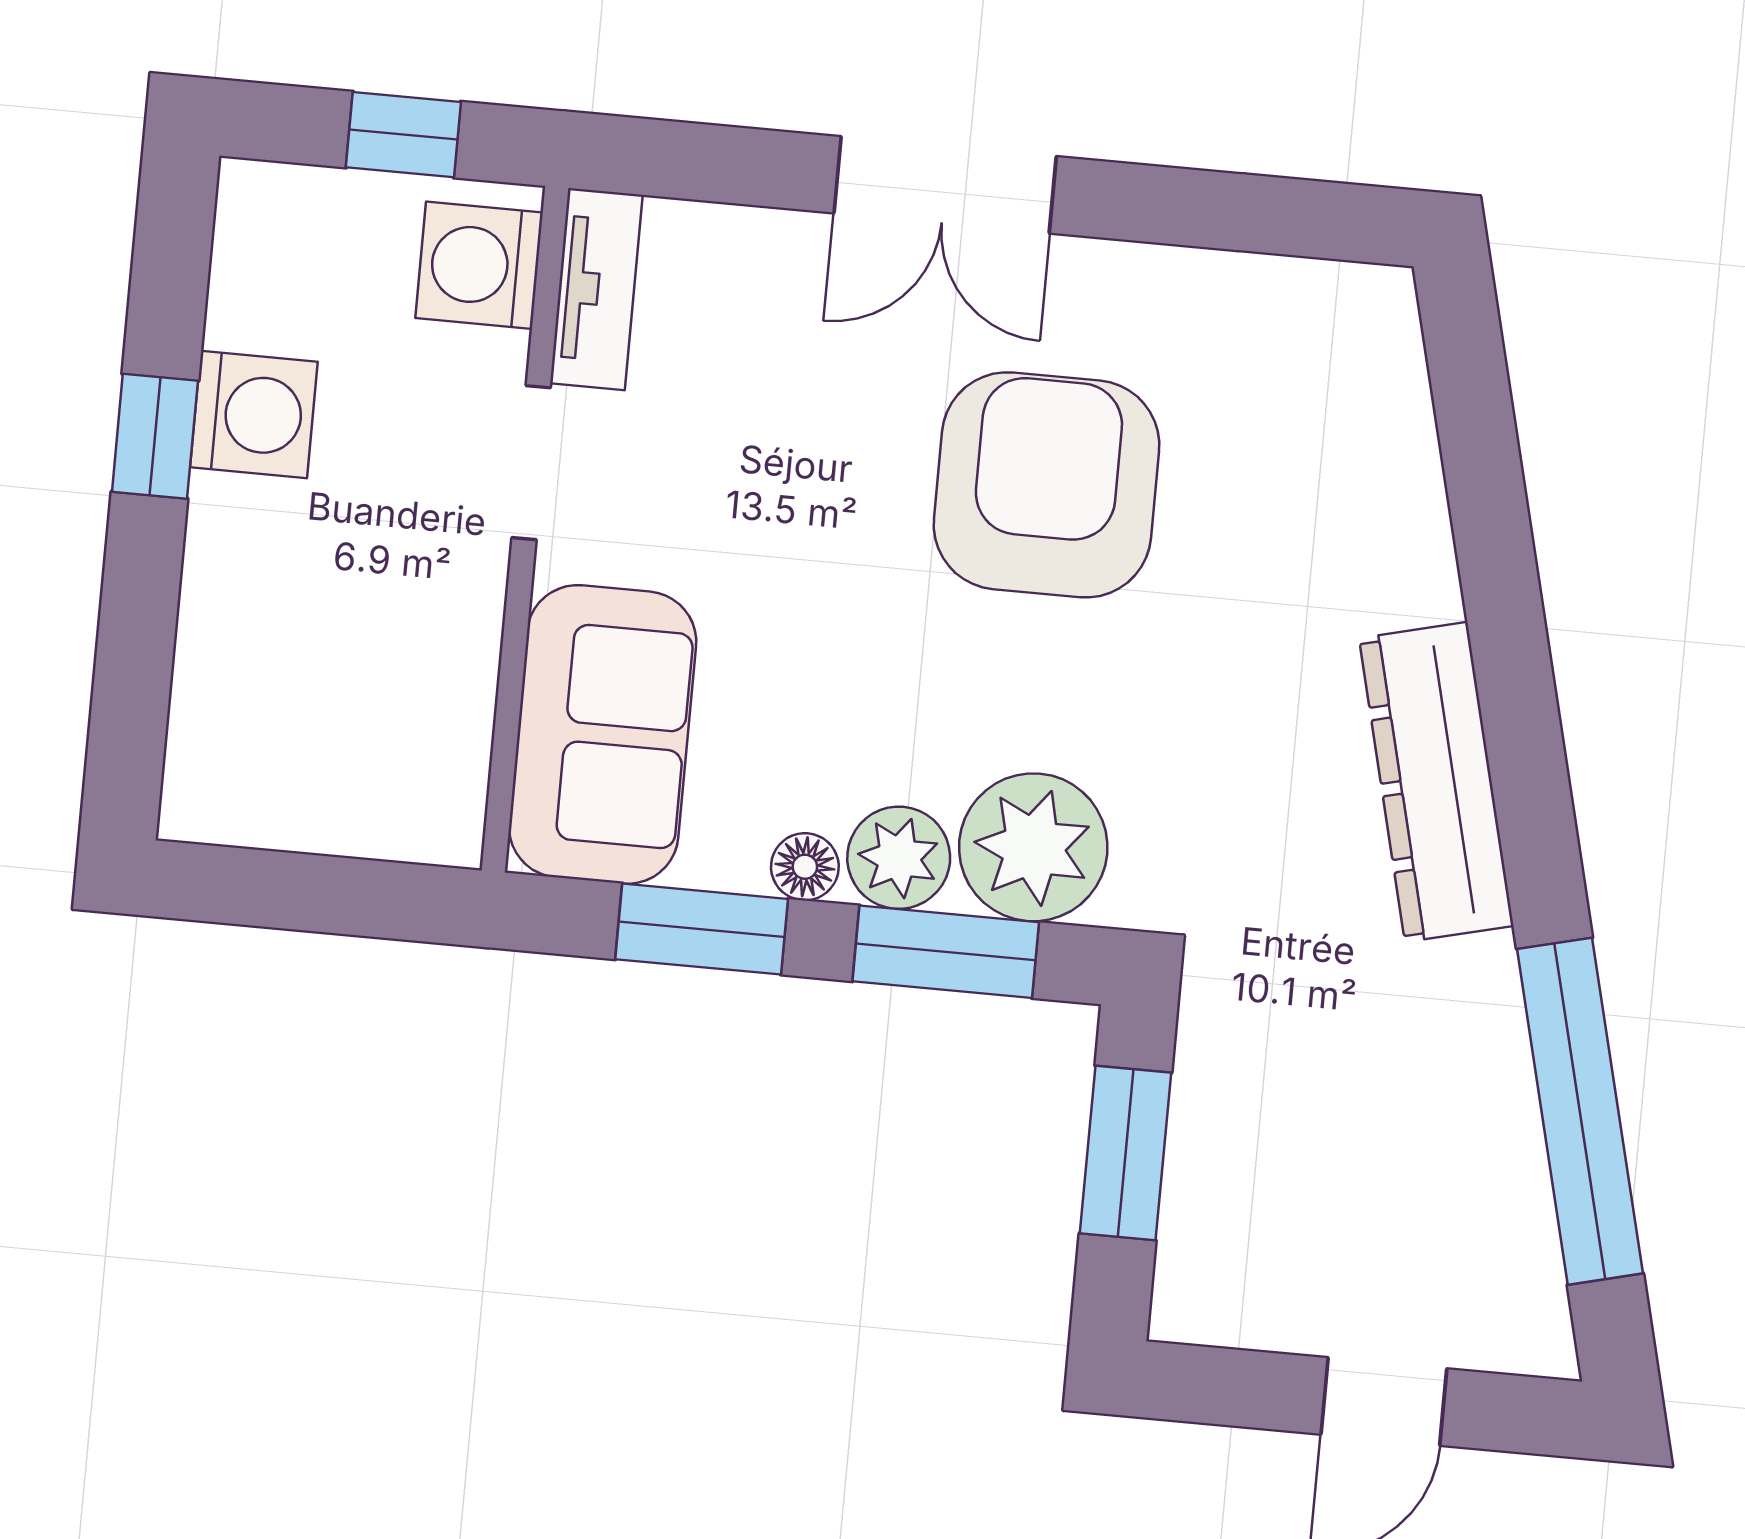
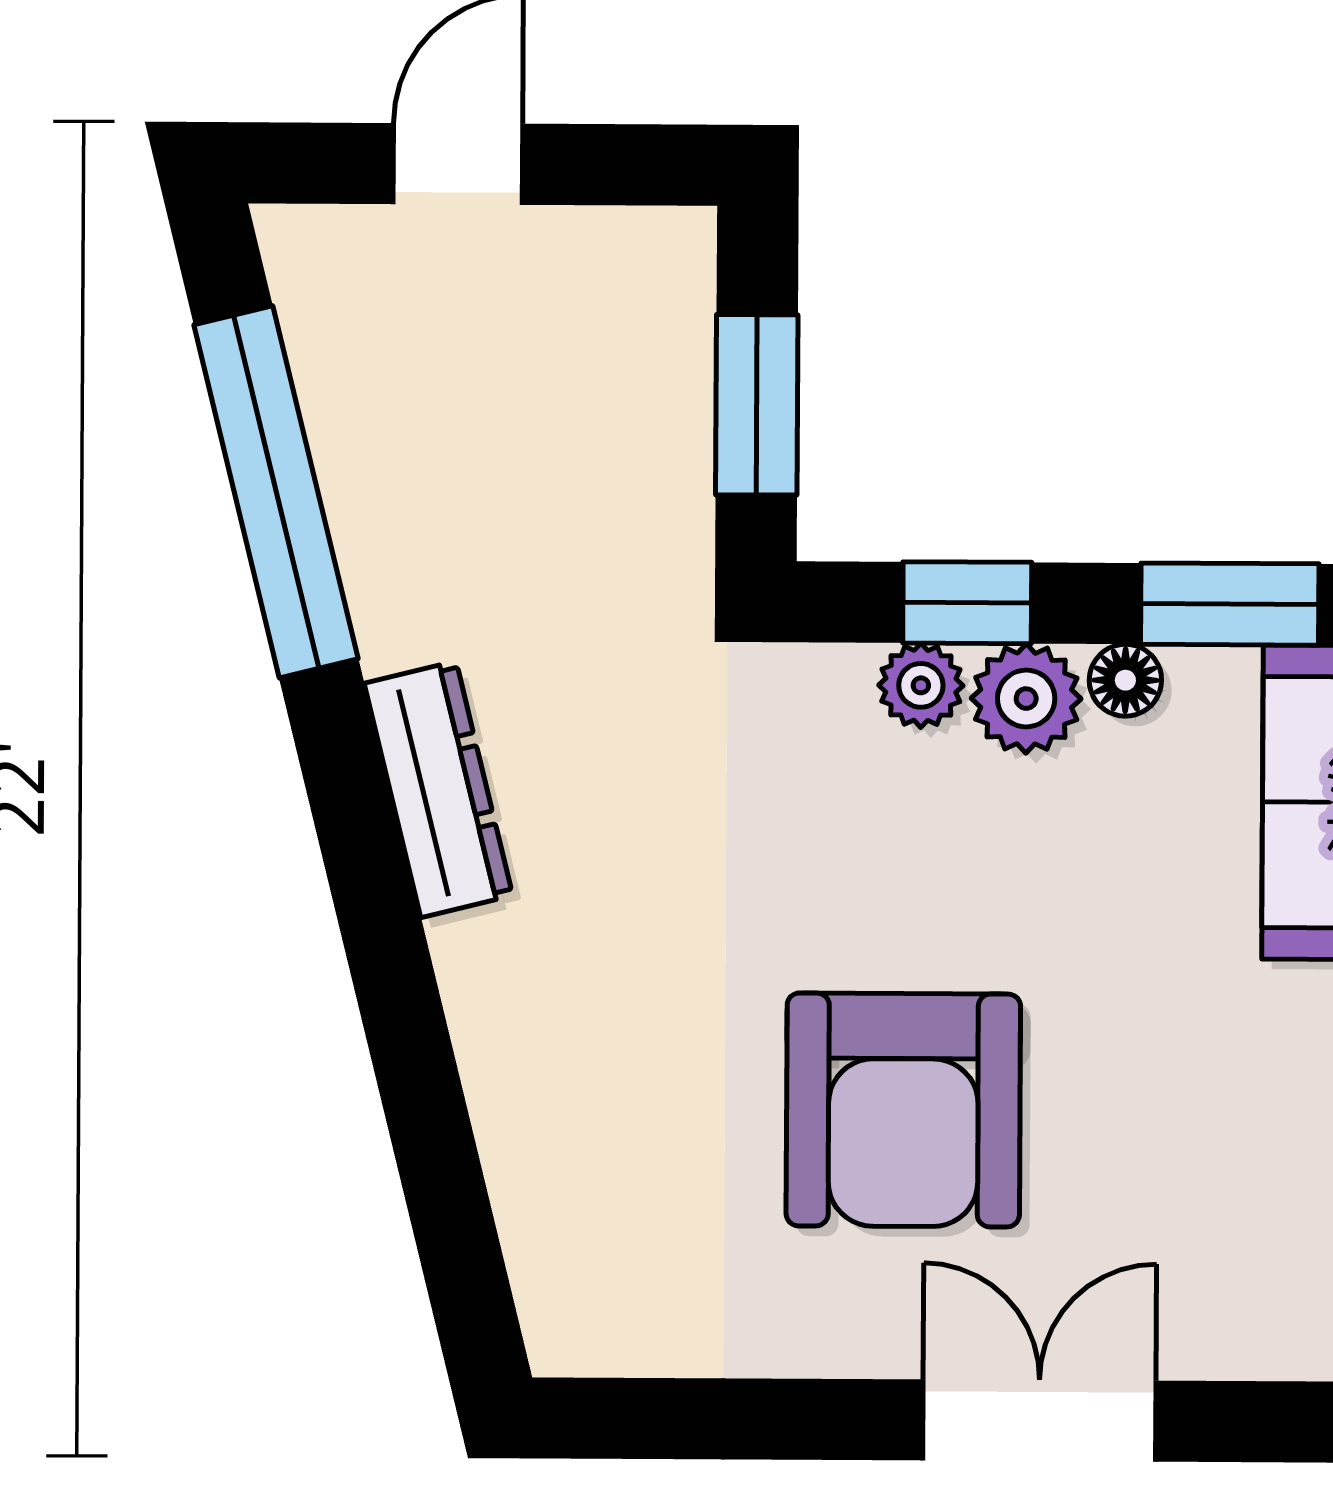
dresser: (1436, 782) -> (438, 789), width x0.73, depth x0.80
plant: (1033, 847) -> (921, 685), width x0.53, depth x0.53
window: (946, 952) -> (967, 603), width x0.67

